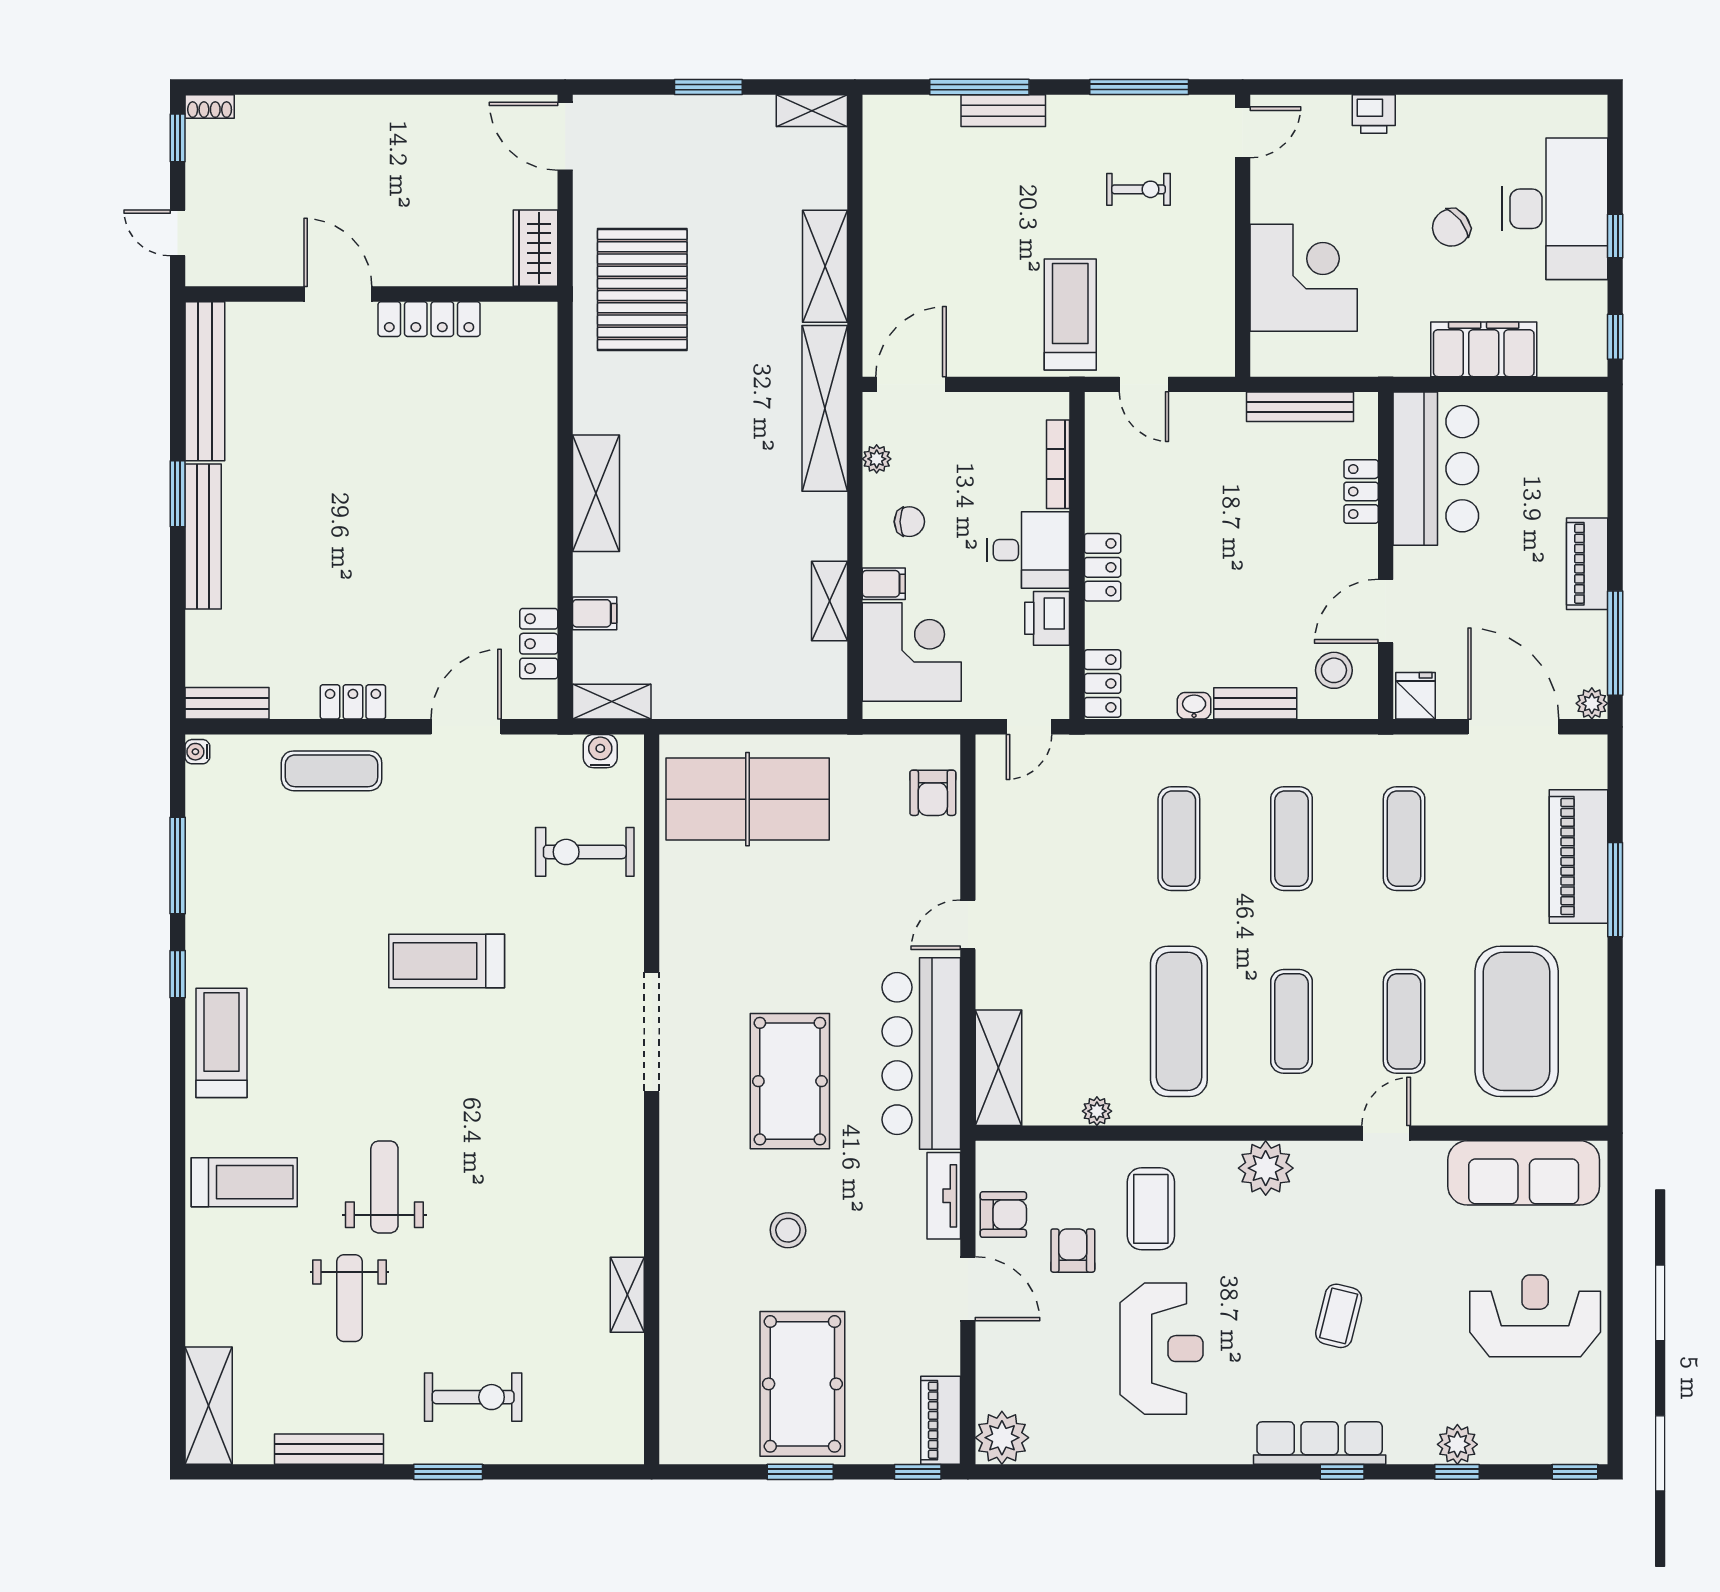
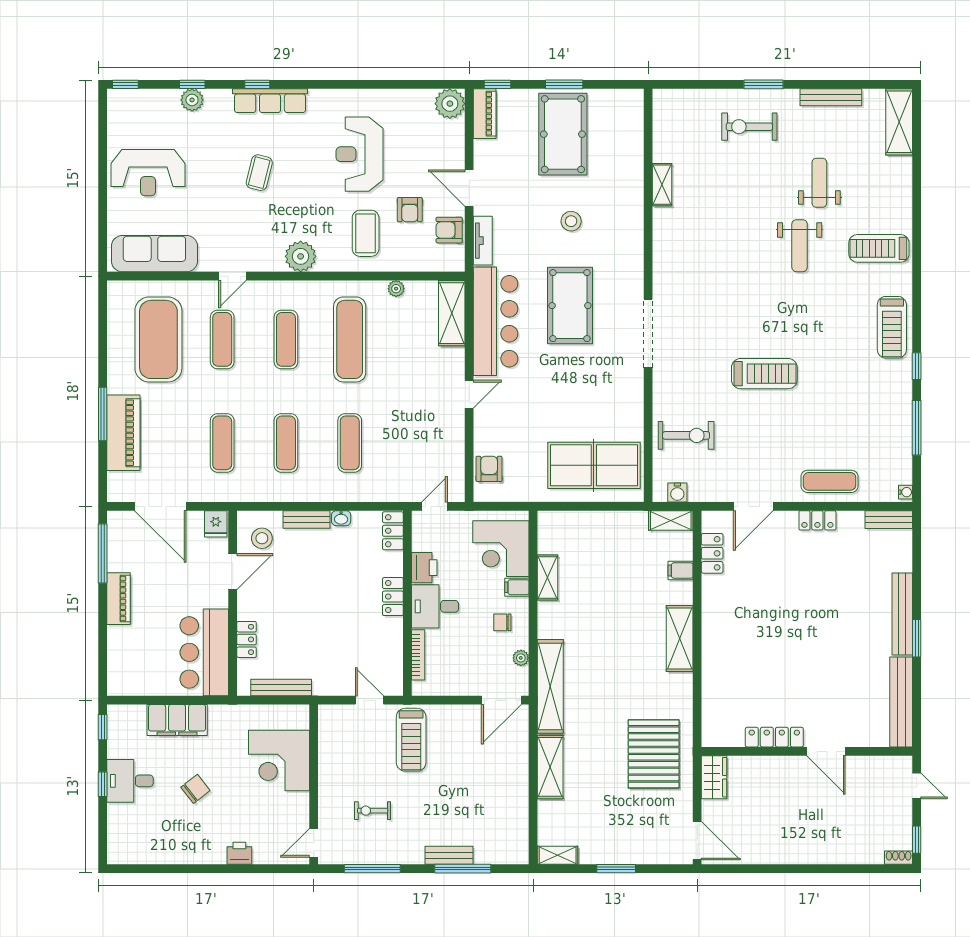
desk: (1555, 209) -> (130, 781), width x0.53, depth x0.77
plant: (1592, 703) -> (116, 519), removed

